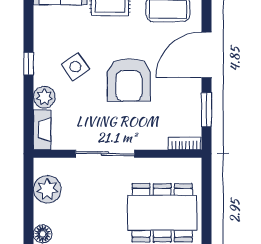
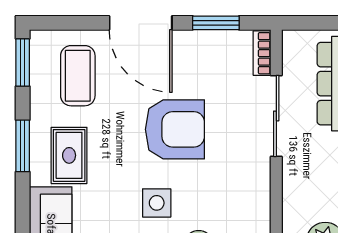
side table: (75, 67) -> (157, 203), turned 35
sliding door: (105, 154) -> (276, 116), moved

